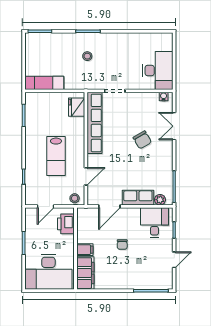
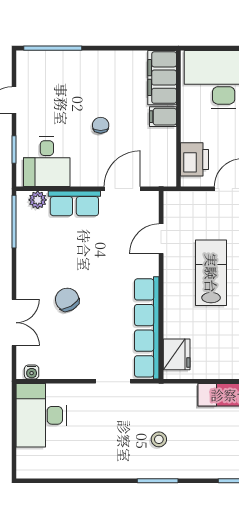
stool: (75, 198) -> (180, 202), removed

